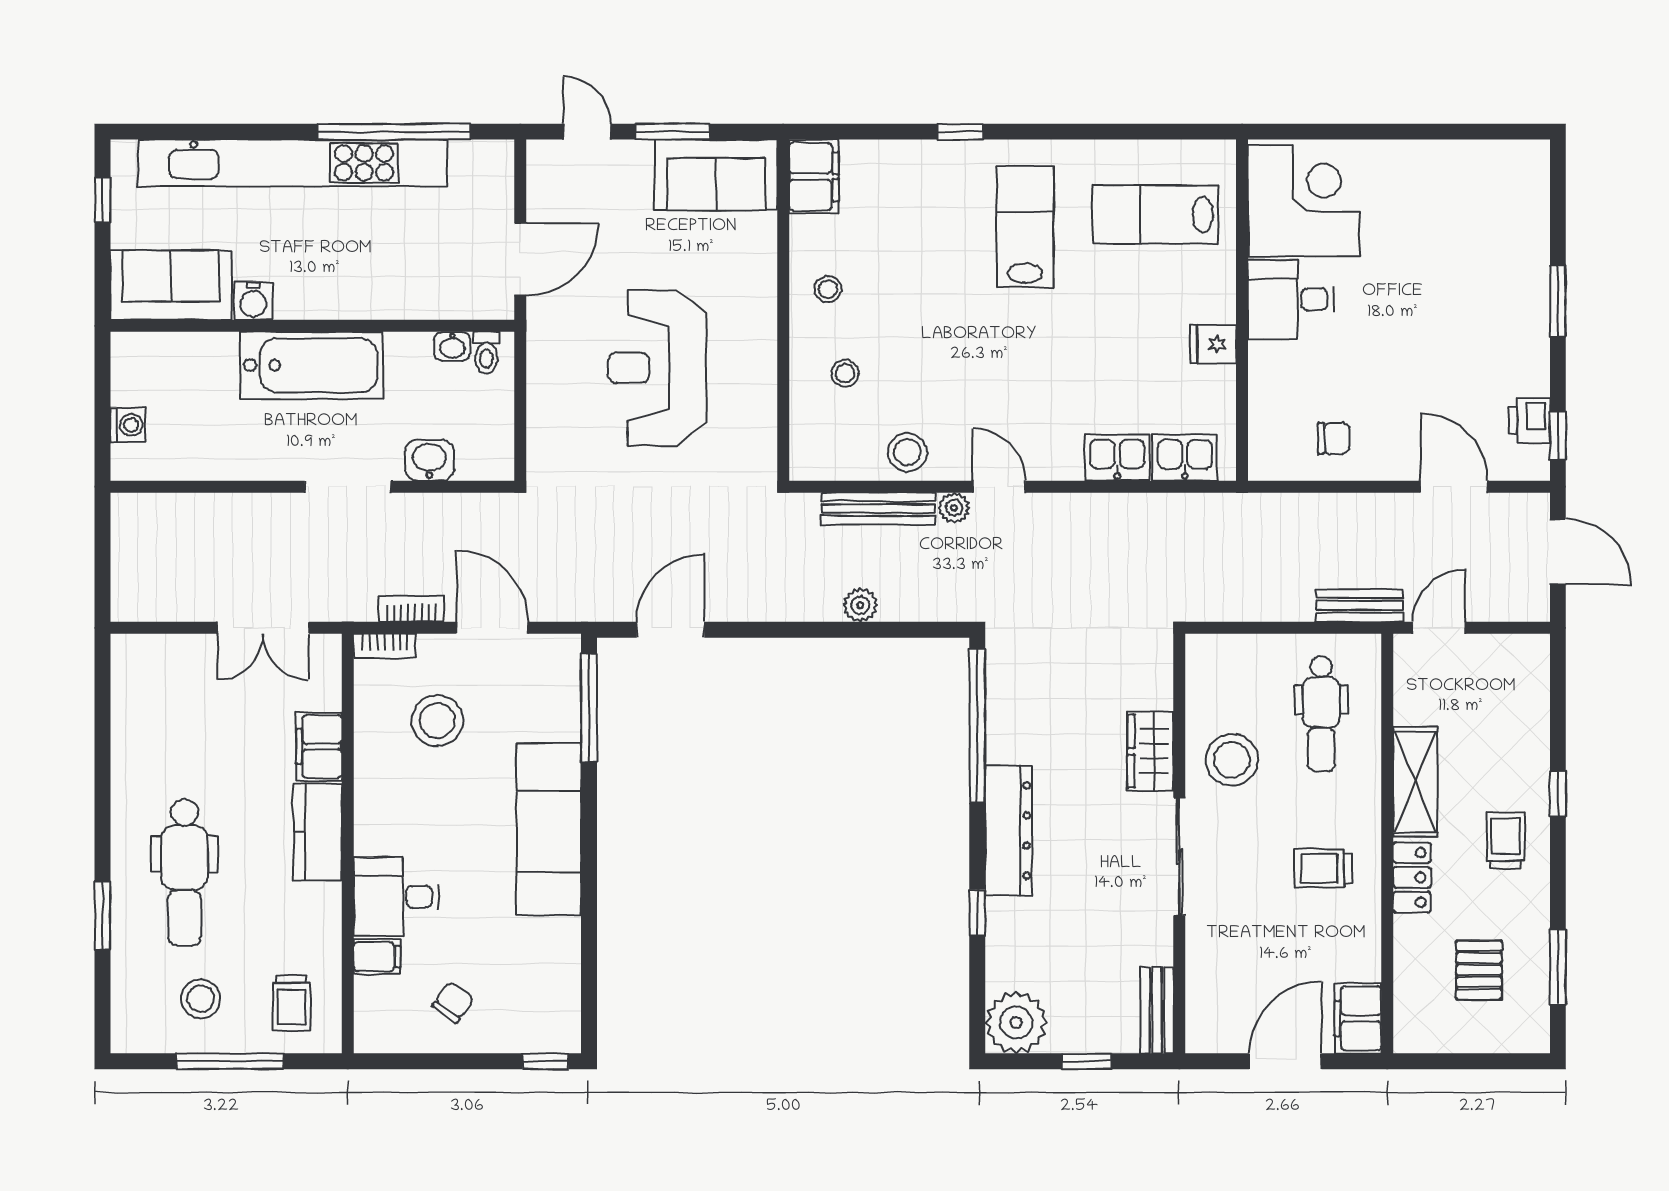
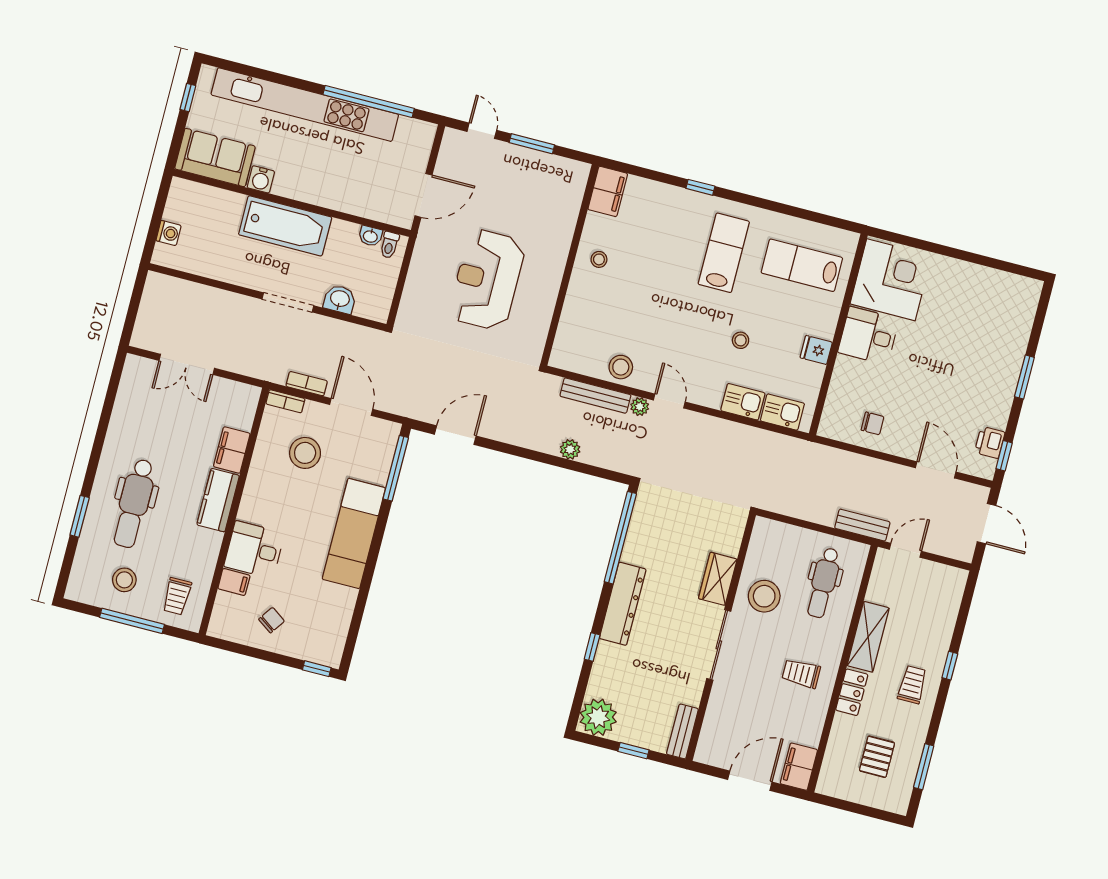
sofa: (716, 175) -> (551, 176), removed
stool: (845, 373) -> (741, 340), moved
double door: (263, 628) -> (187, 364), moved

